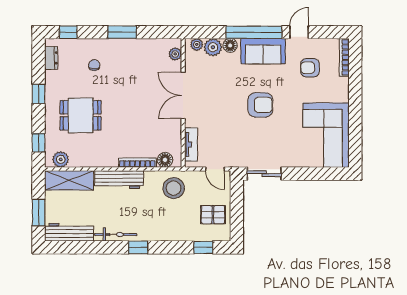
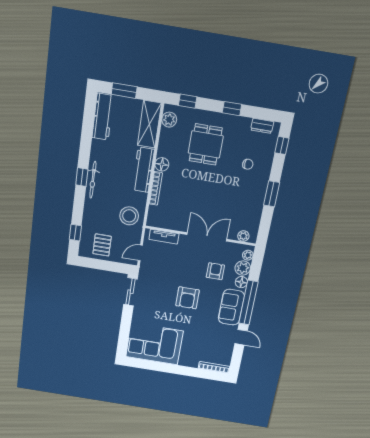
armchair: (310, 68) -> (215, 271), moved
floor lamp: (165, 160) -> (162, 164), moved
bicycle: (116, 235) -> (93, 180), moved

